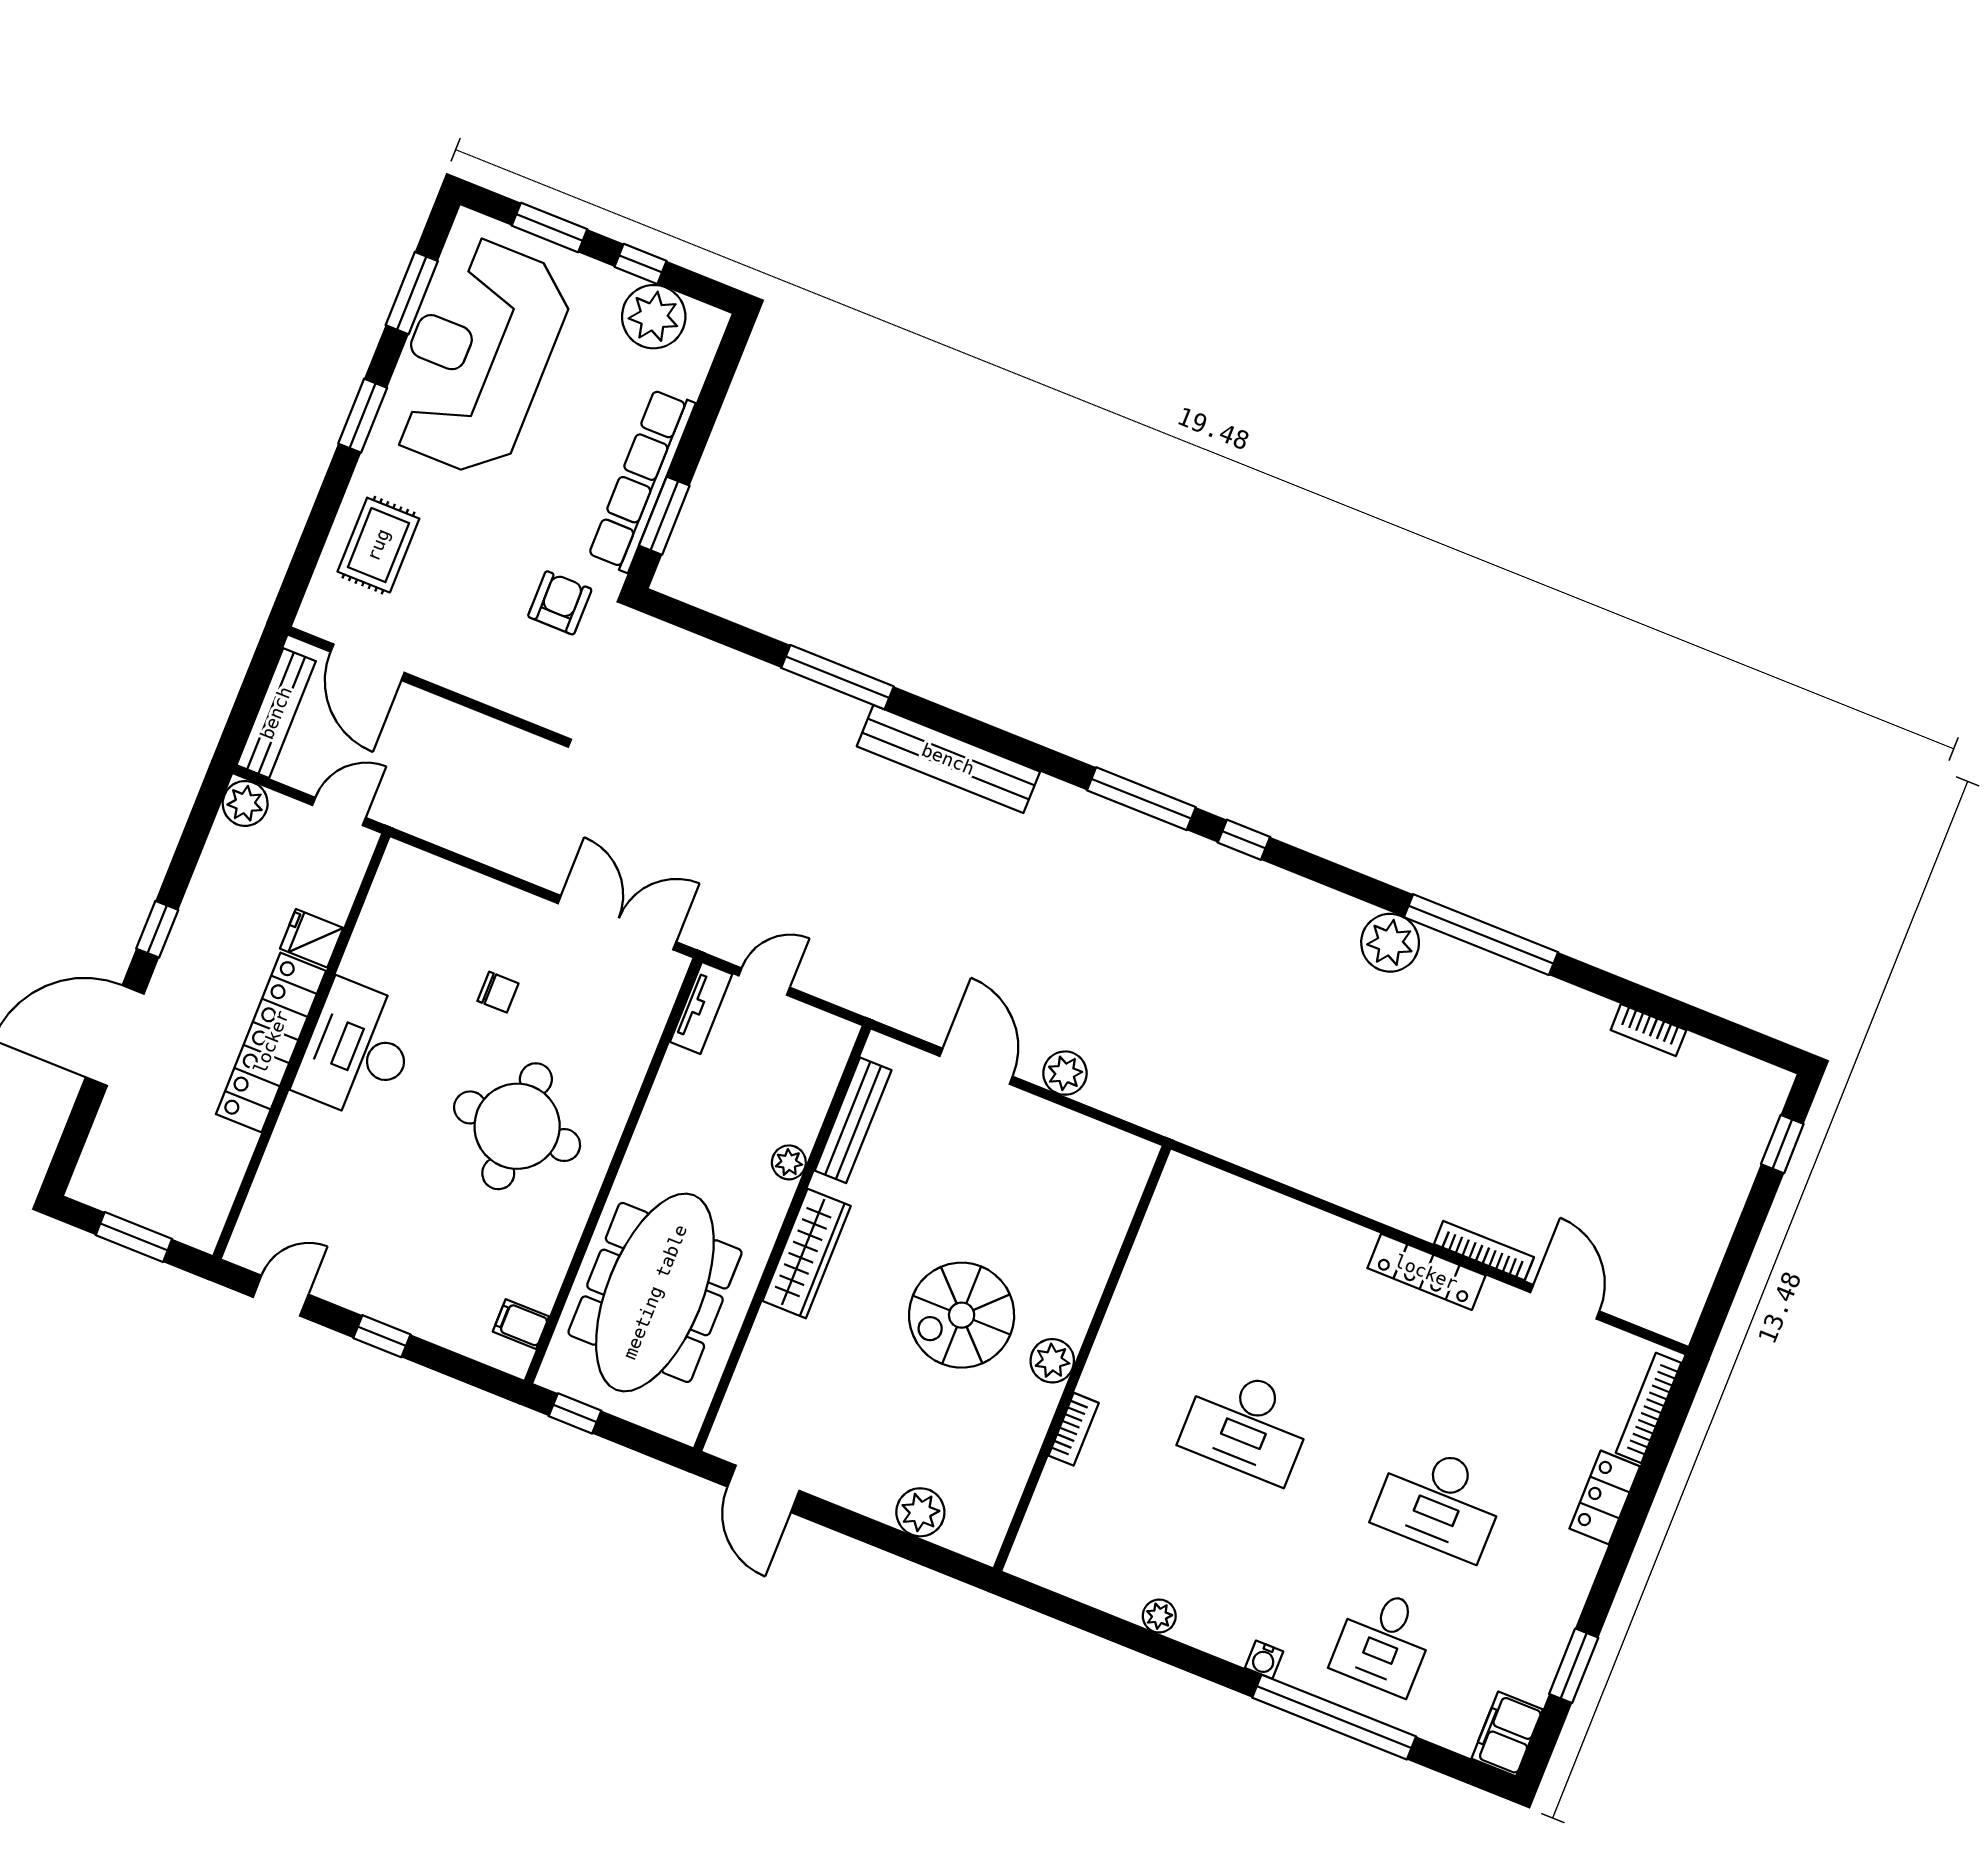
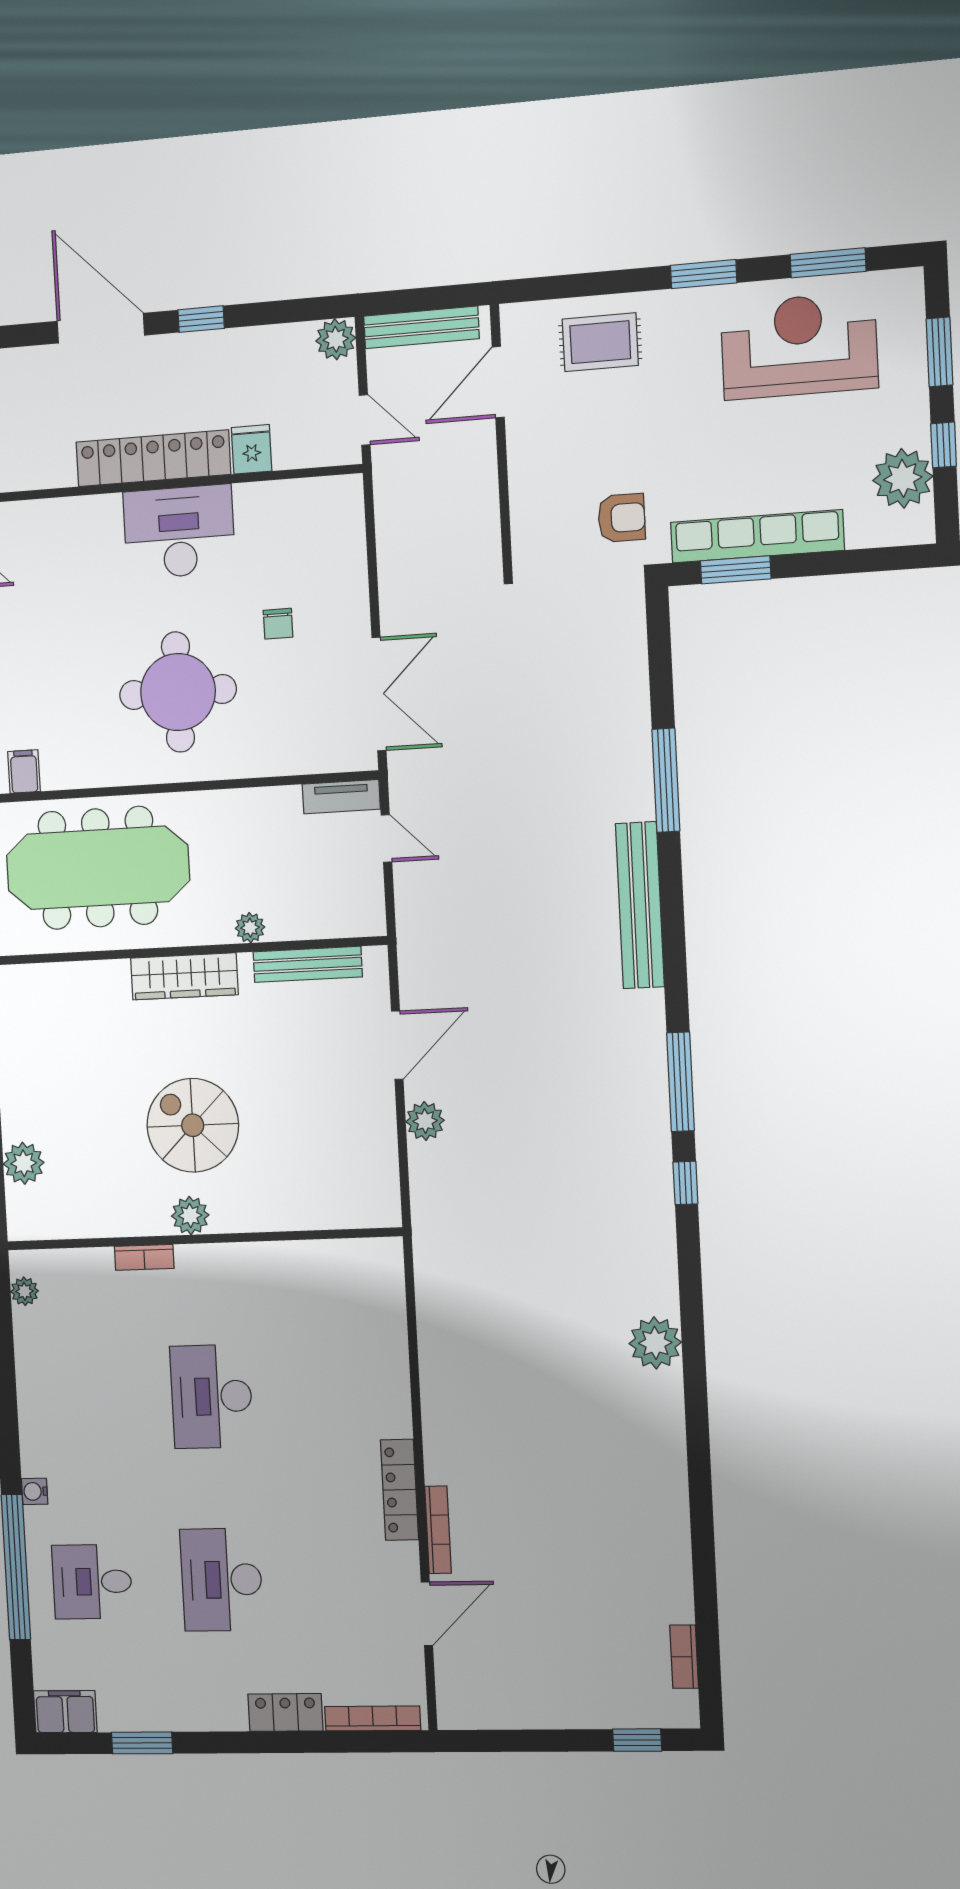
reception desk: (477, 357) -> (799, 346), width x0.74, depth x0.77
window: (1481, 935) -> (697, 1416), removed
bookcase: (1648, 1030) -> (684, 1657), moved
plant: (1159, 1616) -> (24, 1291), moved

